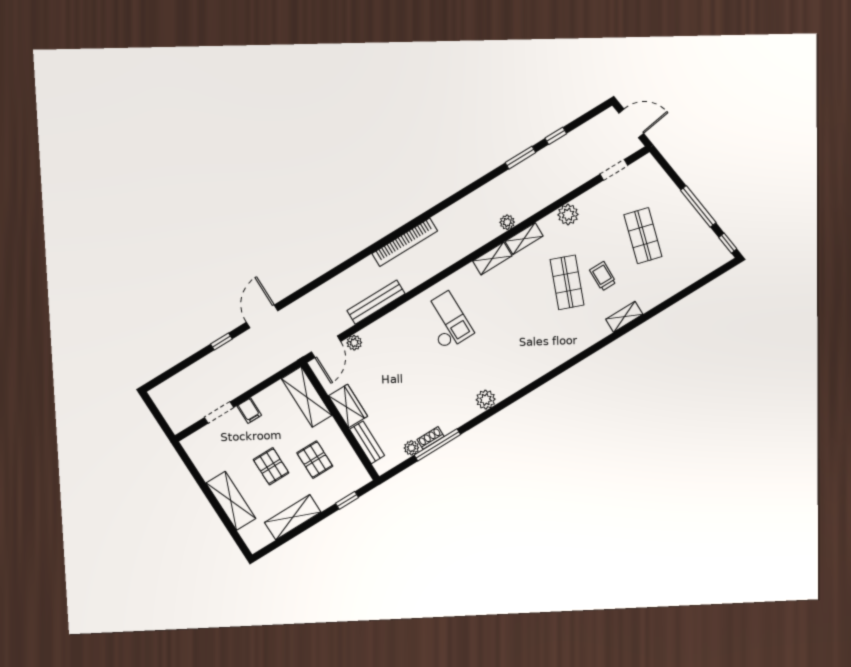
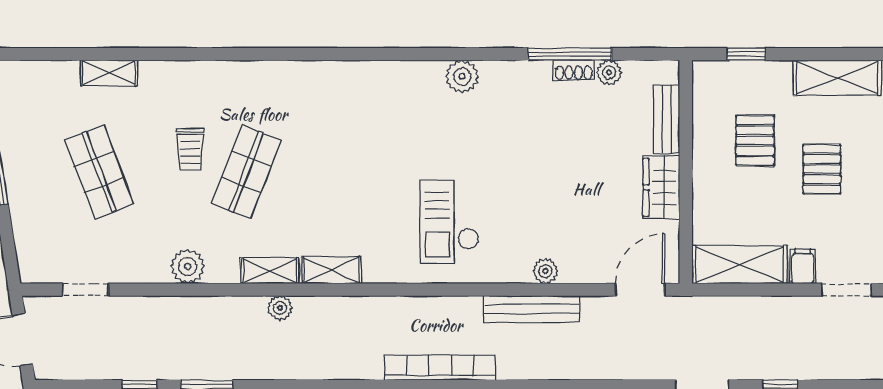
shop shelf: (643, 236) -> (99, 172), turned -36
shelving: (624, 317) -> (109, 73), moved
plant: (354, 343) -> (545, 271), moved
shelving: (307, 397) -> (739, 264), moved, turned 90

